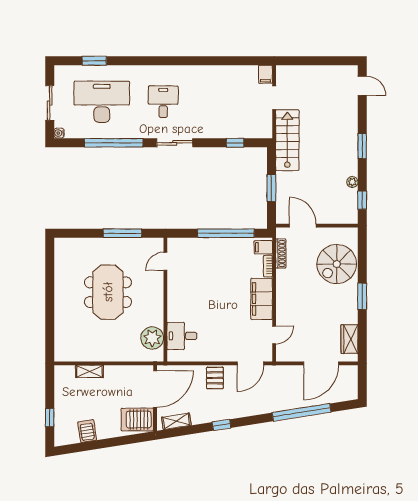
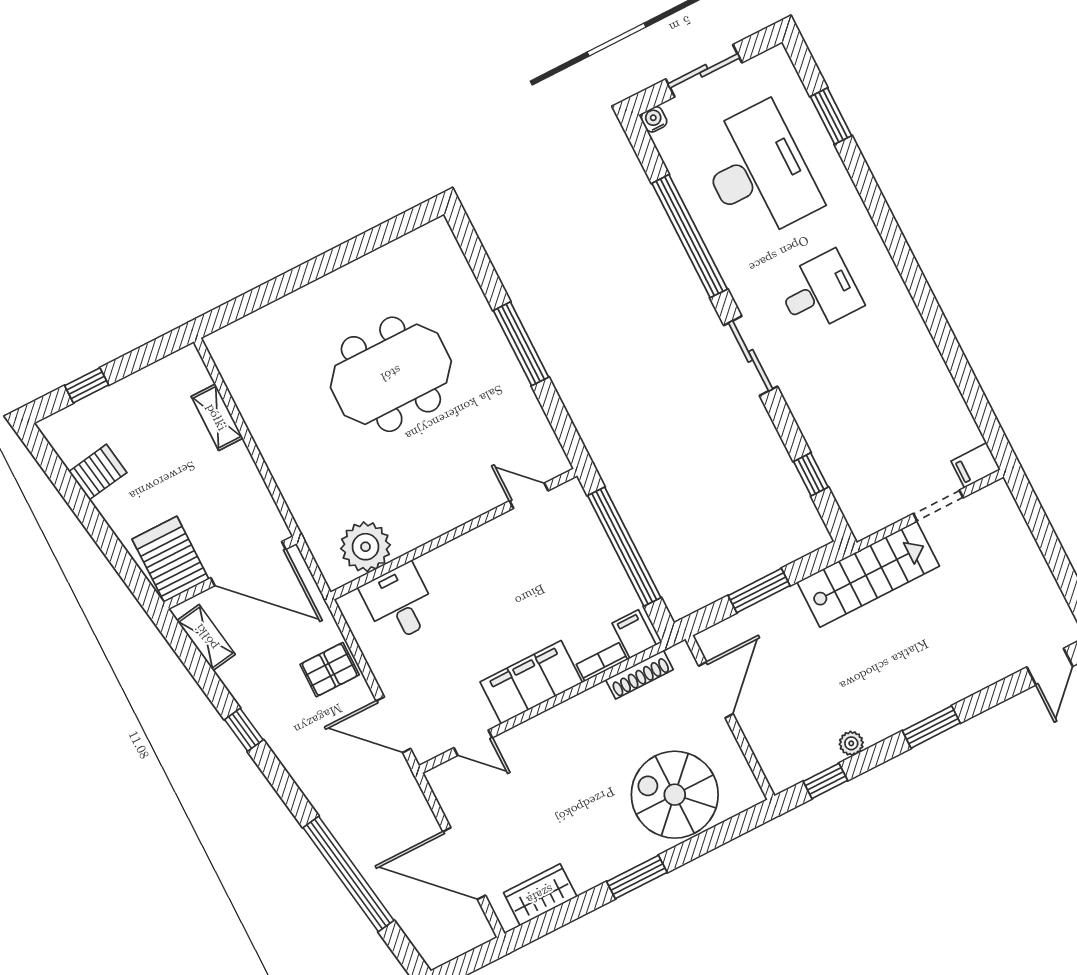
door: (165, 261) -> (529, 496), moved
wall: (165, 300) -> (454, 534), moved
desk: (182, 336) -> (399, 603), moved
plant: (152, 338) -> (366, 547), moved

